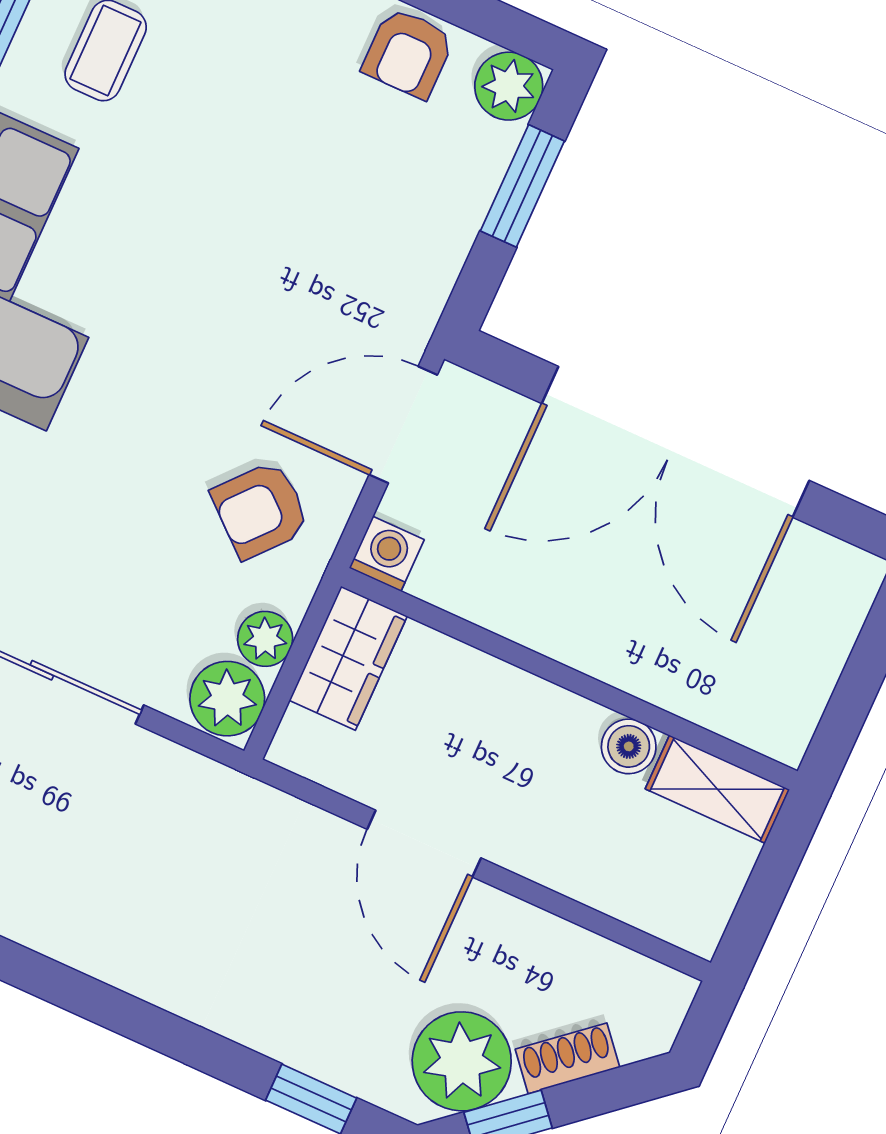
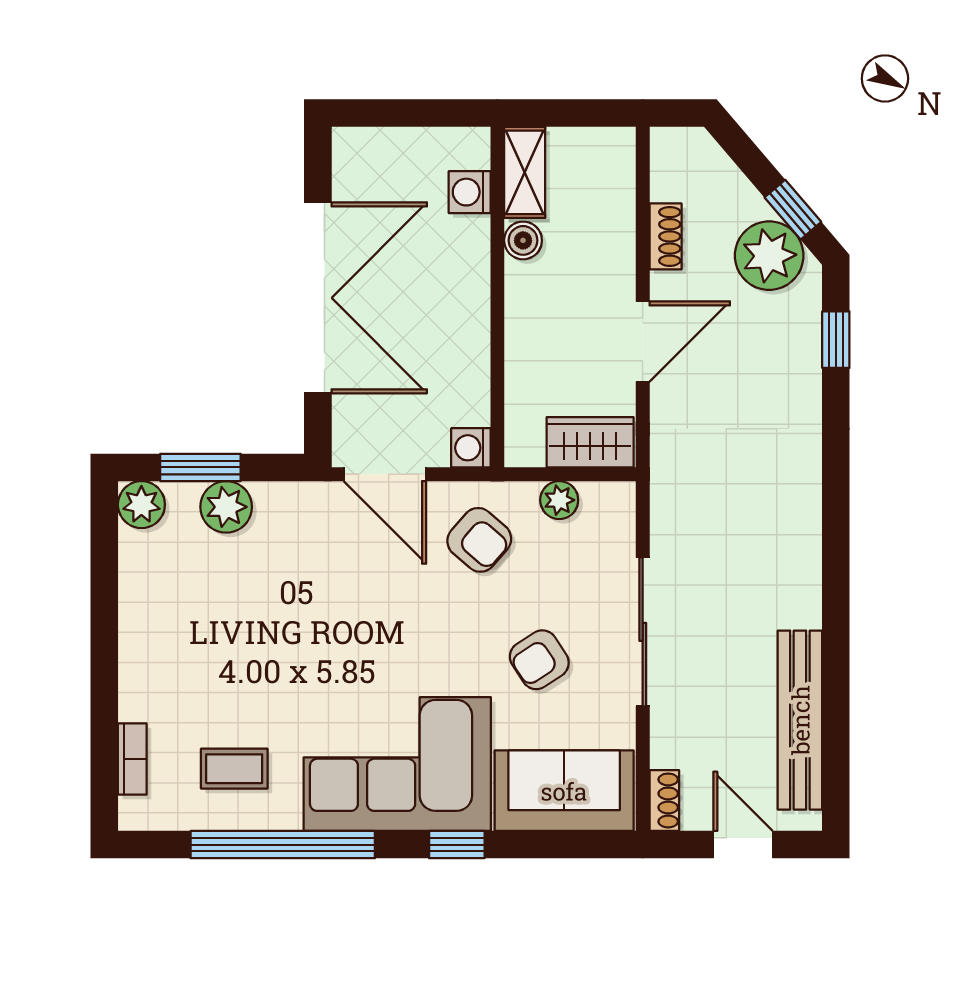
armchair: (408, 53) -> (539, 660), moved, turned 147
wardrobe: (348, 658) -> (590, 442), moved
plant: (227, 699) -> (226, 507), moved
washing machine: (724, 705) -> (470, 192), added
shoe rack: (567, 1058) -> (666, 236), moved, turned -140

